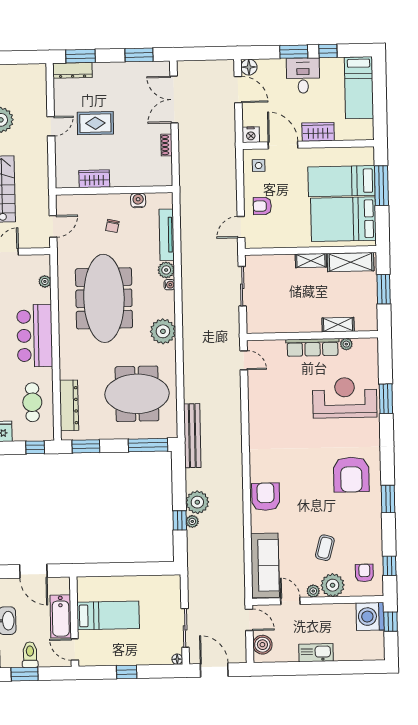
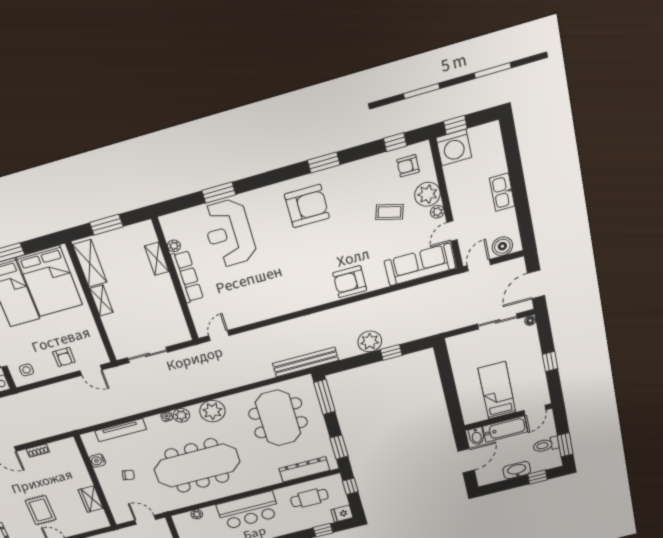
plant: (166, 270) -> (181, 415), moved
plant: (192, 521) -> (390, 341), removed
bidet: (60, 587) -> (477, 436), added

